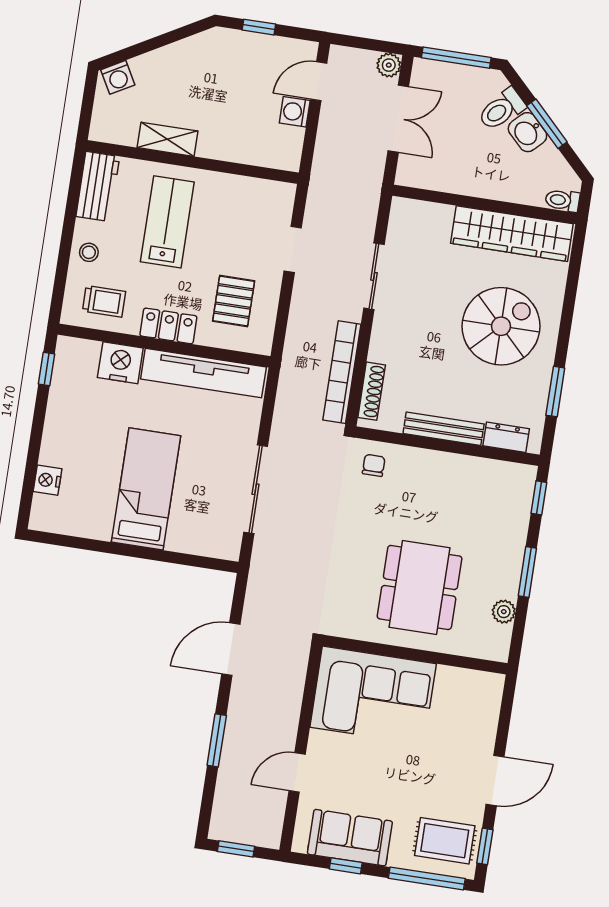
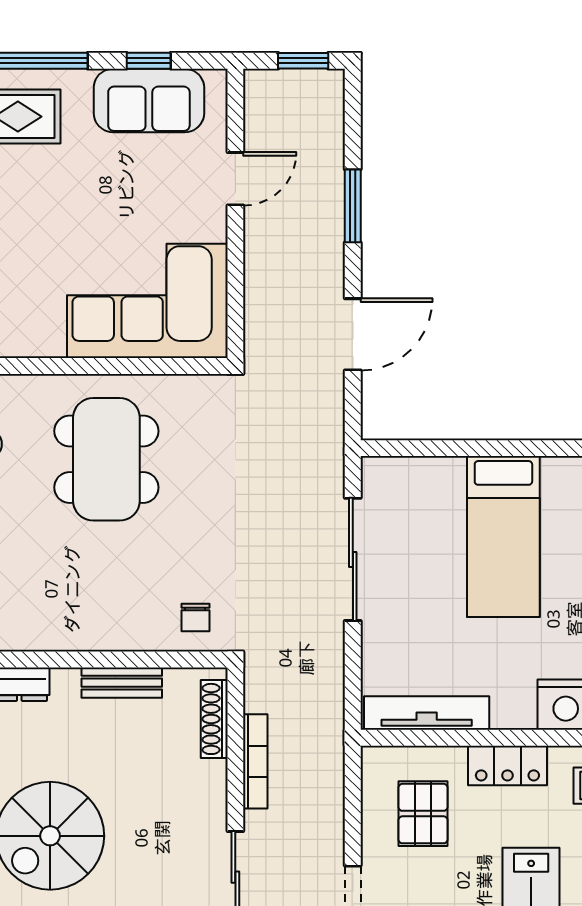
bookcase: (342, 372) -> (255, 761), width x0.68, depth x0.76
tv unit: (203, 373) -> (427, 713), width x0.73, depth x0.78
bench: (444, 429) -> (122, 683), width x0.73

